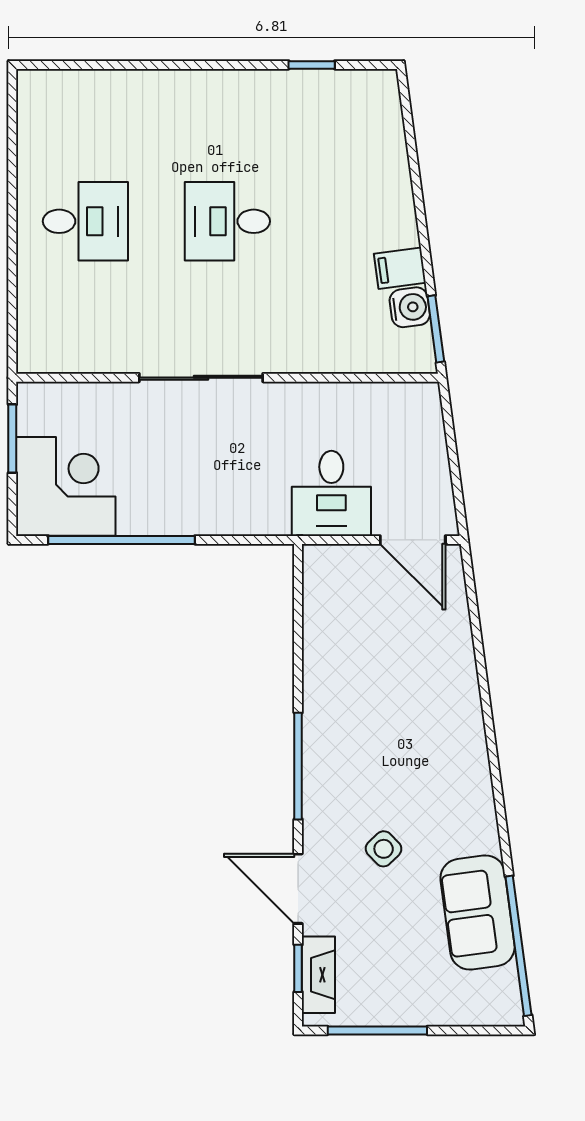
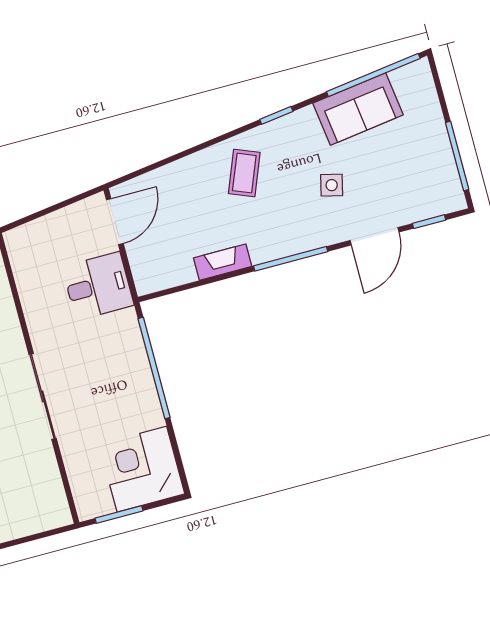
window: (122, 540) -> (154, 368), moved
coffee table: (432, 734) -> (244, 173), added
window: (499, 799) -> (276, 115), added
side table: (384, 849) -> (332, 185), turned -32
fireplace: (318, 975) -> (223, 262), moved

